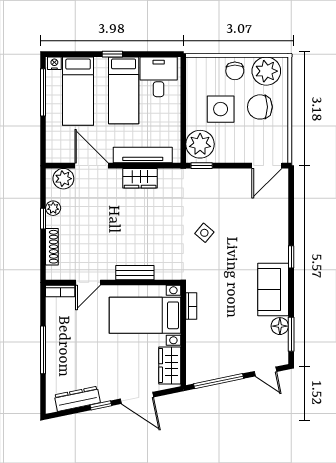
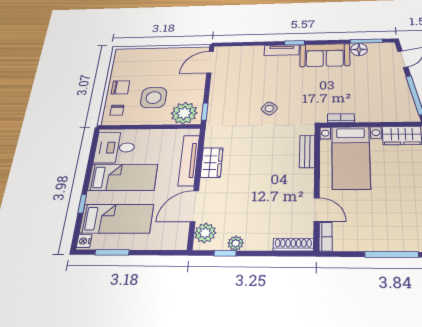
window: (112, 54) -> (82, 204), moved
plant: (266, 71) -> (125, 64), removed
window: (43, 92) -> (112, 252), width x0.69
chair: (260, 107) -> (117, 110), moved, width x0.54, depth x0.54
door: (267, 166) -> (210, 62), swing flipped
window: (43, 219) -> (225, 253), moved
tv unit: (281, 243) -> (282, 50), added
shoe rack: (52, 247) -> (293, 245), moved
bench: (135, 273) -> (307, 151), moved

